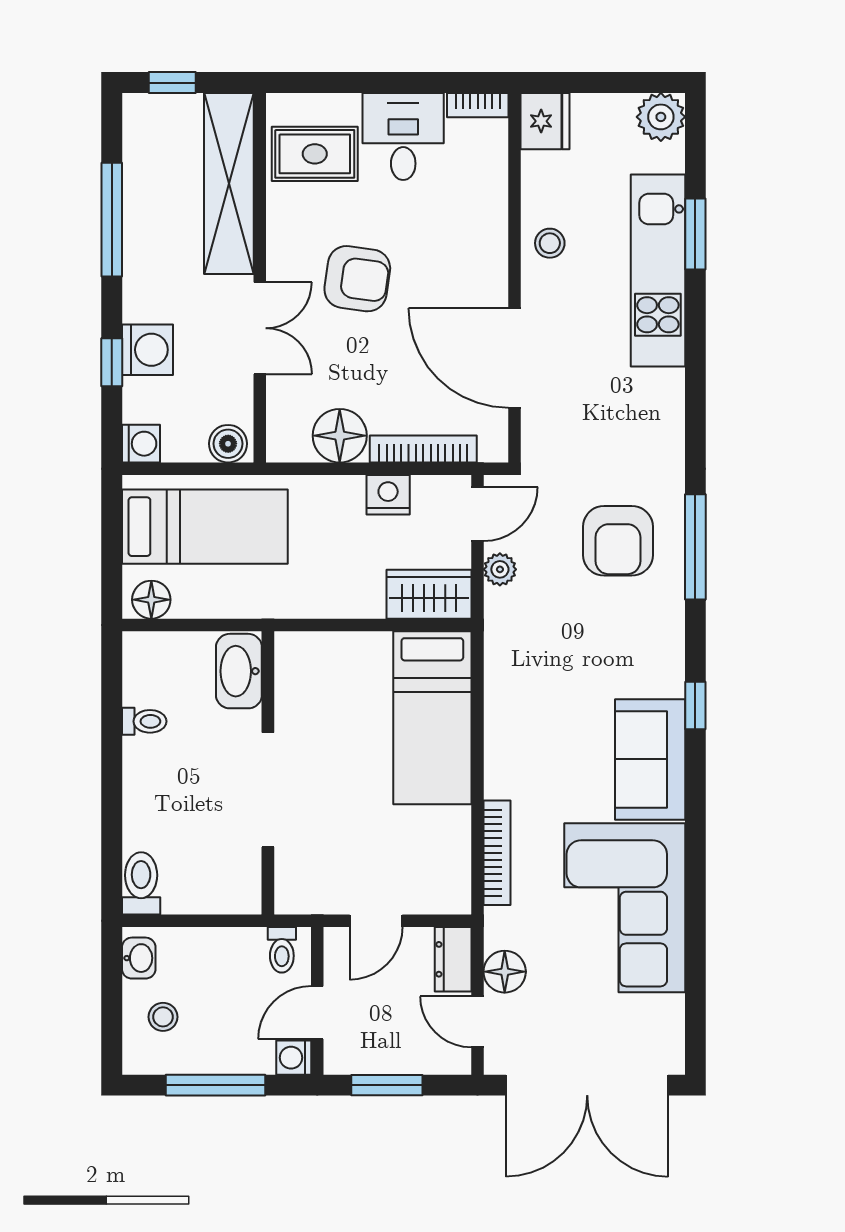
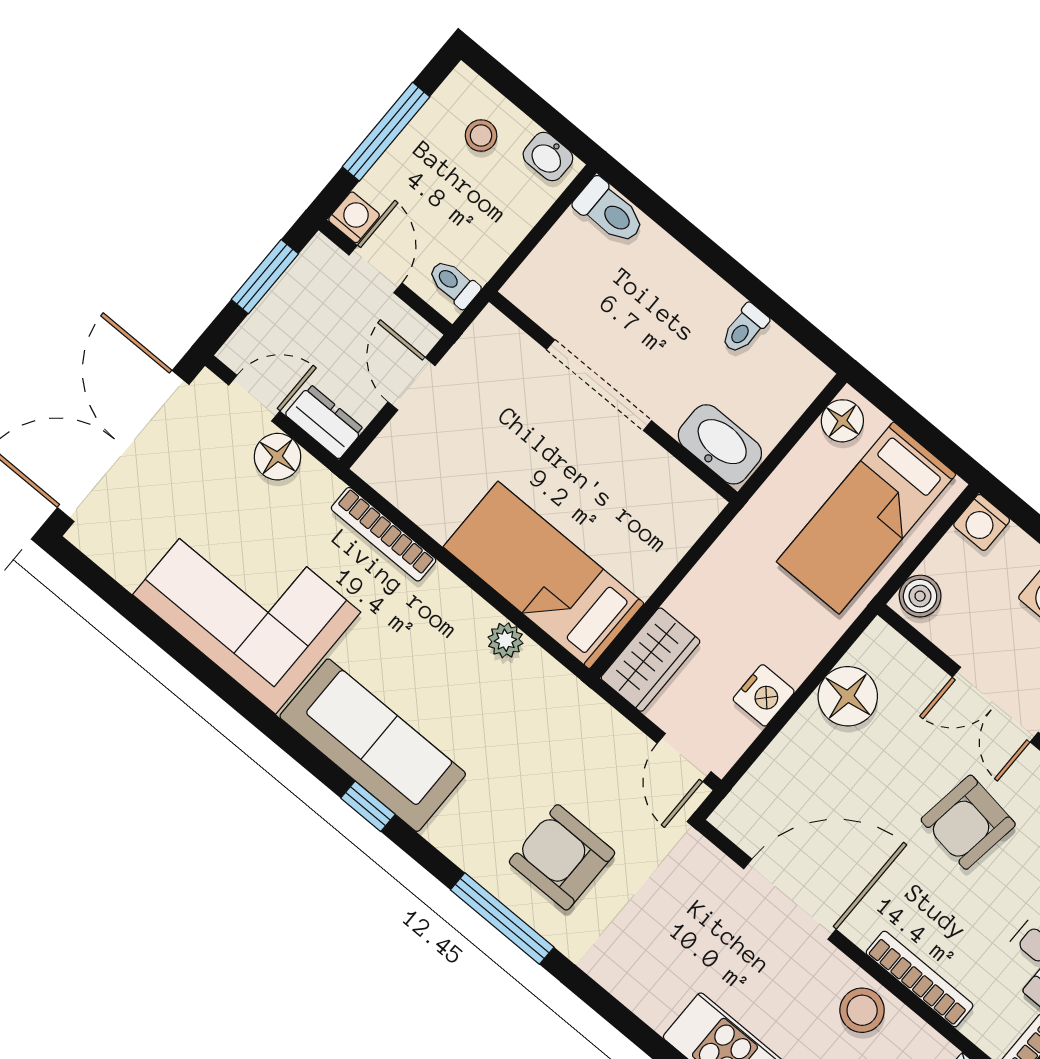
stool: (550, 243) -> (862, 1010), width x1.37, depth x1.37
bookcase: (423, 449) -> (920, 979), moved, turned -90
plant: (500, 569) -> (505, 640), moved
sofa: (650, 759) -> (373, 745), width x1.36

